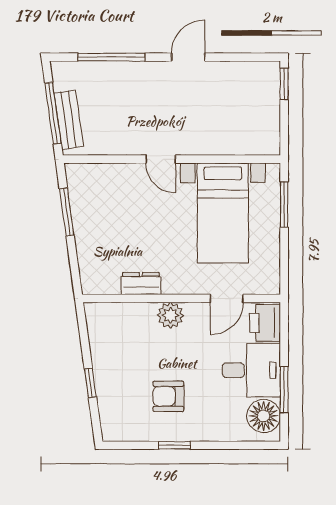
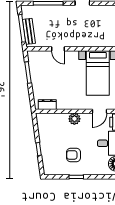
door: (161, 159) -> (58, 49), moved
dresser: (141, 284) -> (47, 105), moved

